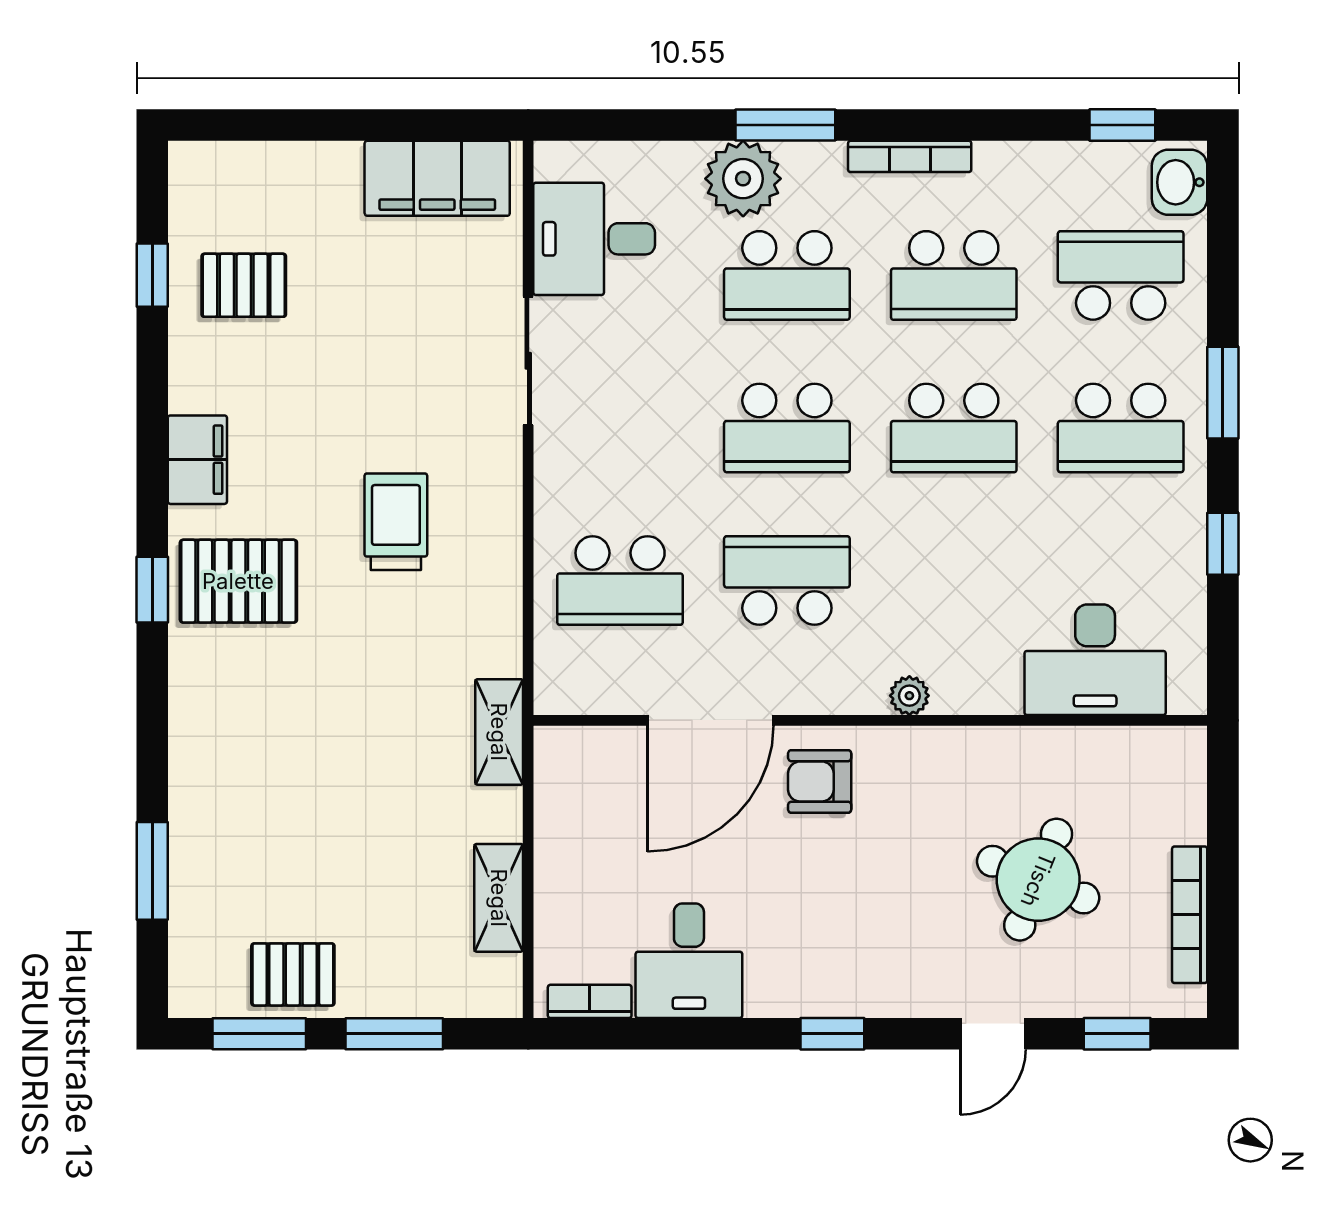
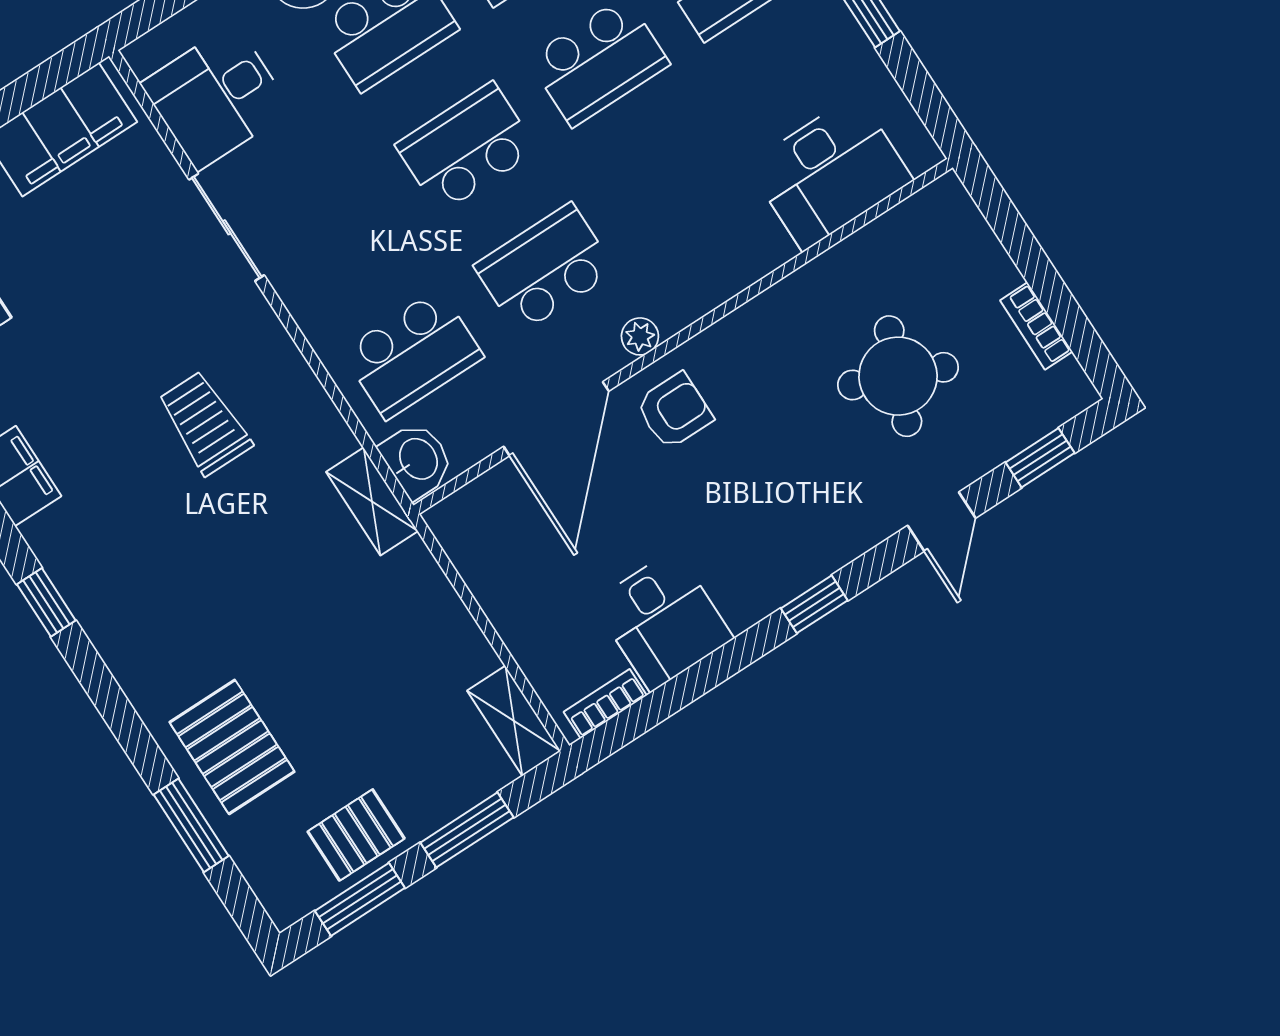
school desk: (787, 428) -> (466, 147), turned 180
pallet: (238, 581) -> (232, 747), moved, turned 90
washbasin: (563, 677) -> (417, 460), added
plant: (909, 696) -> (640, 336), moved
shelving: (499, 732) -> (372, 501), moved
armchair: (820, 781) -> (674, 411), turned 180
shelving: (499, 898) -> (514, 721), moved
bookcase: (1190, 915) -> (1036, 326), width x0.64

